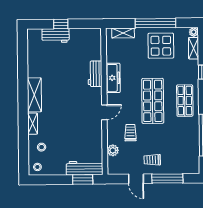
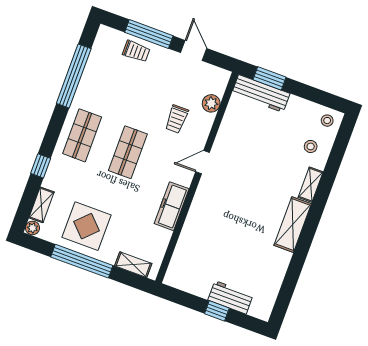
workbench: (95, 74) -> (195, 222), removed
shop shelf: (153, 101) -> (128, 152), width x0.70, depth x0.74
trolley: (152, 160) -> (136, 51), moved

